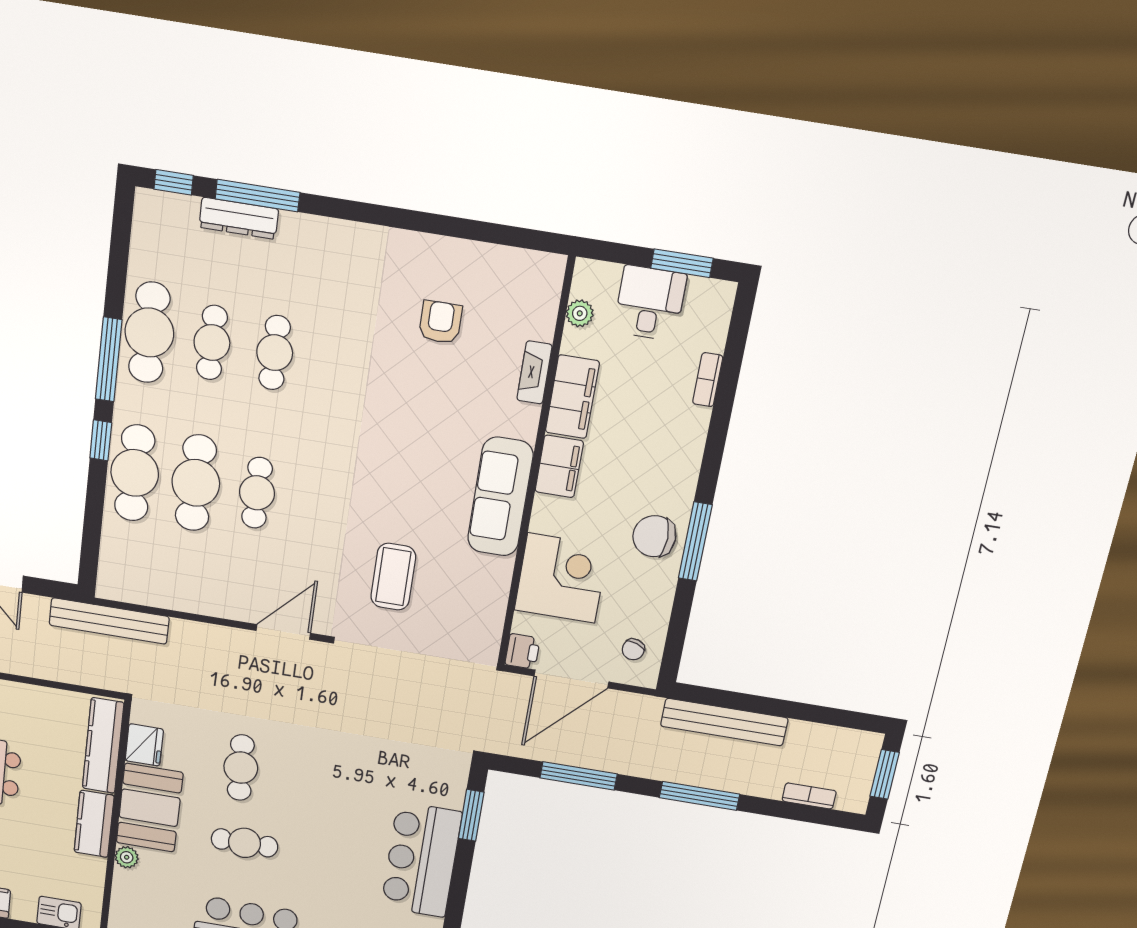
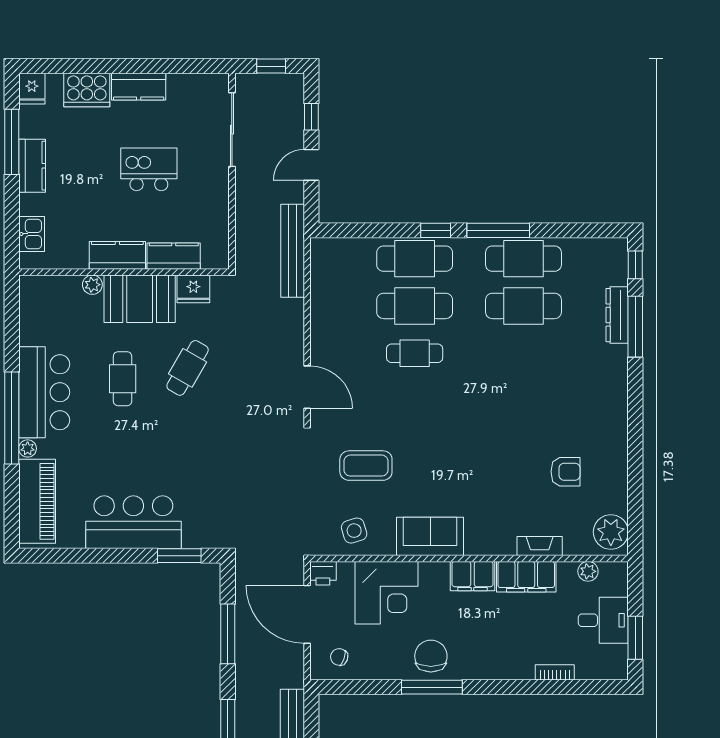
plant: (532, 274) -> (611, 532), added
cafe table: (212, 343) -> (523, 306), width x1.37, depth x1.35
cafe table: (275, 353) -> (523, 353), removed
sofa: (500, 497) -> (430, 536), width x0.73
side table: (474, 605) -> (354, 531), added
kitchen counter: (103, 746) -> (174, 256), width x0.67
cafe table: (241, 768) -> (188, 368), turned -57

